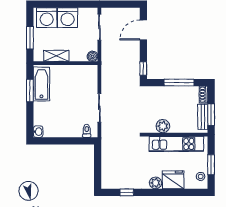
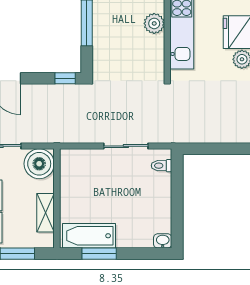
boiler: (92, 56) -> (39, 164), width x1.86, depth x1.86
plant: (163, 126) -> (154, 23), moved

